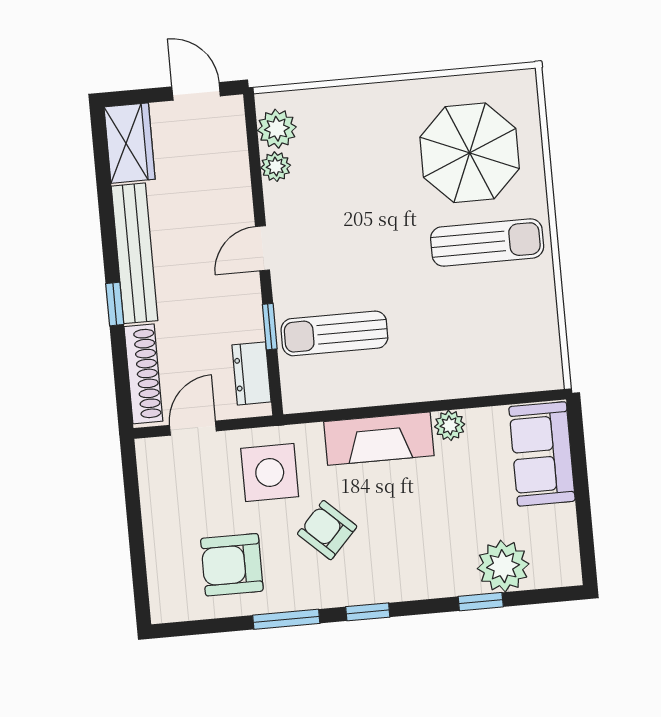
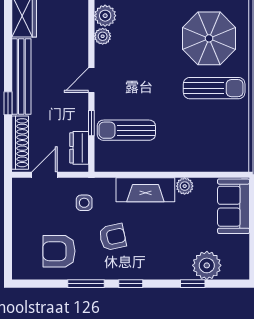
side table: (270, 473) -> (84, 203), width x0.54, depth x0.54
armchair: (327, 530) -> (113, 237), turned 125

